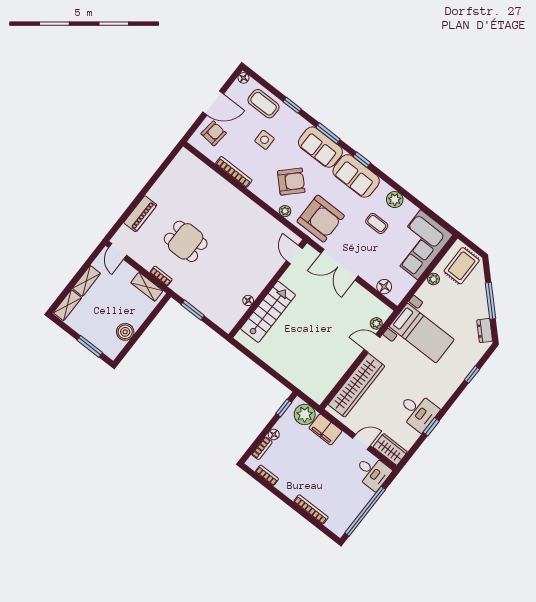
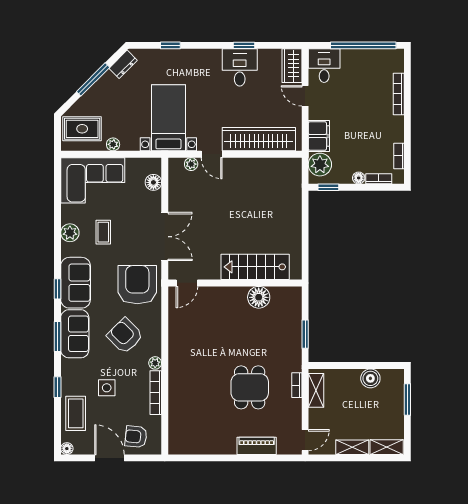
plant: (285, 211) -> (155, 363), moved
floor lamp: (248, 300) -> (259, 297), width x1.89, depth x1.89

